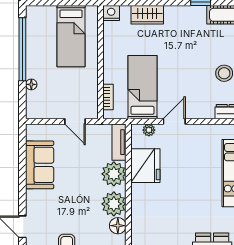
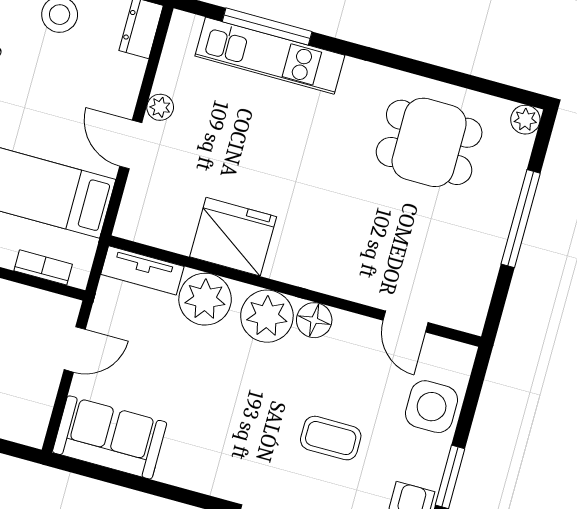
plant: (149, 130) -> (160, 107), moved
sofa: (40, 165) -> (110, 437), moved
fridge: (145, 166) -> (233, 237), moved

